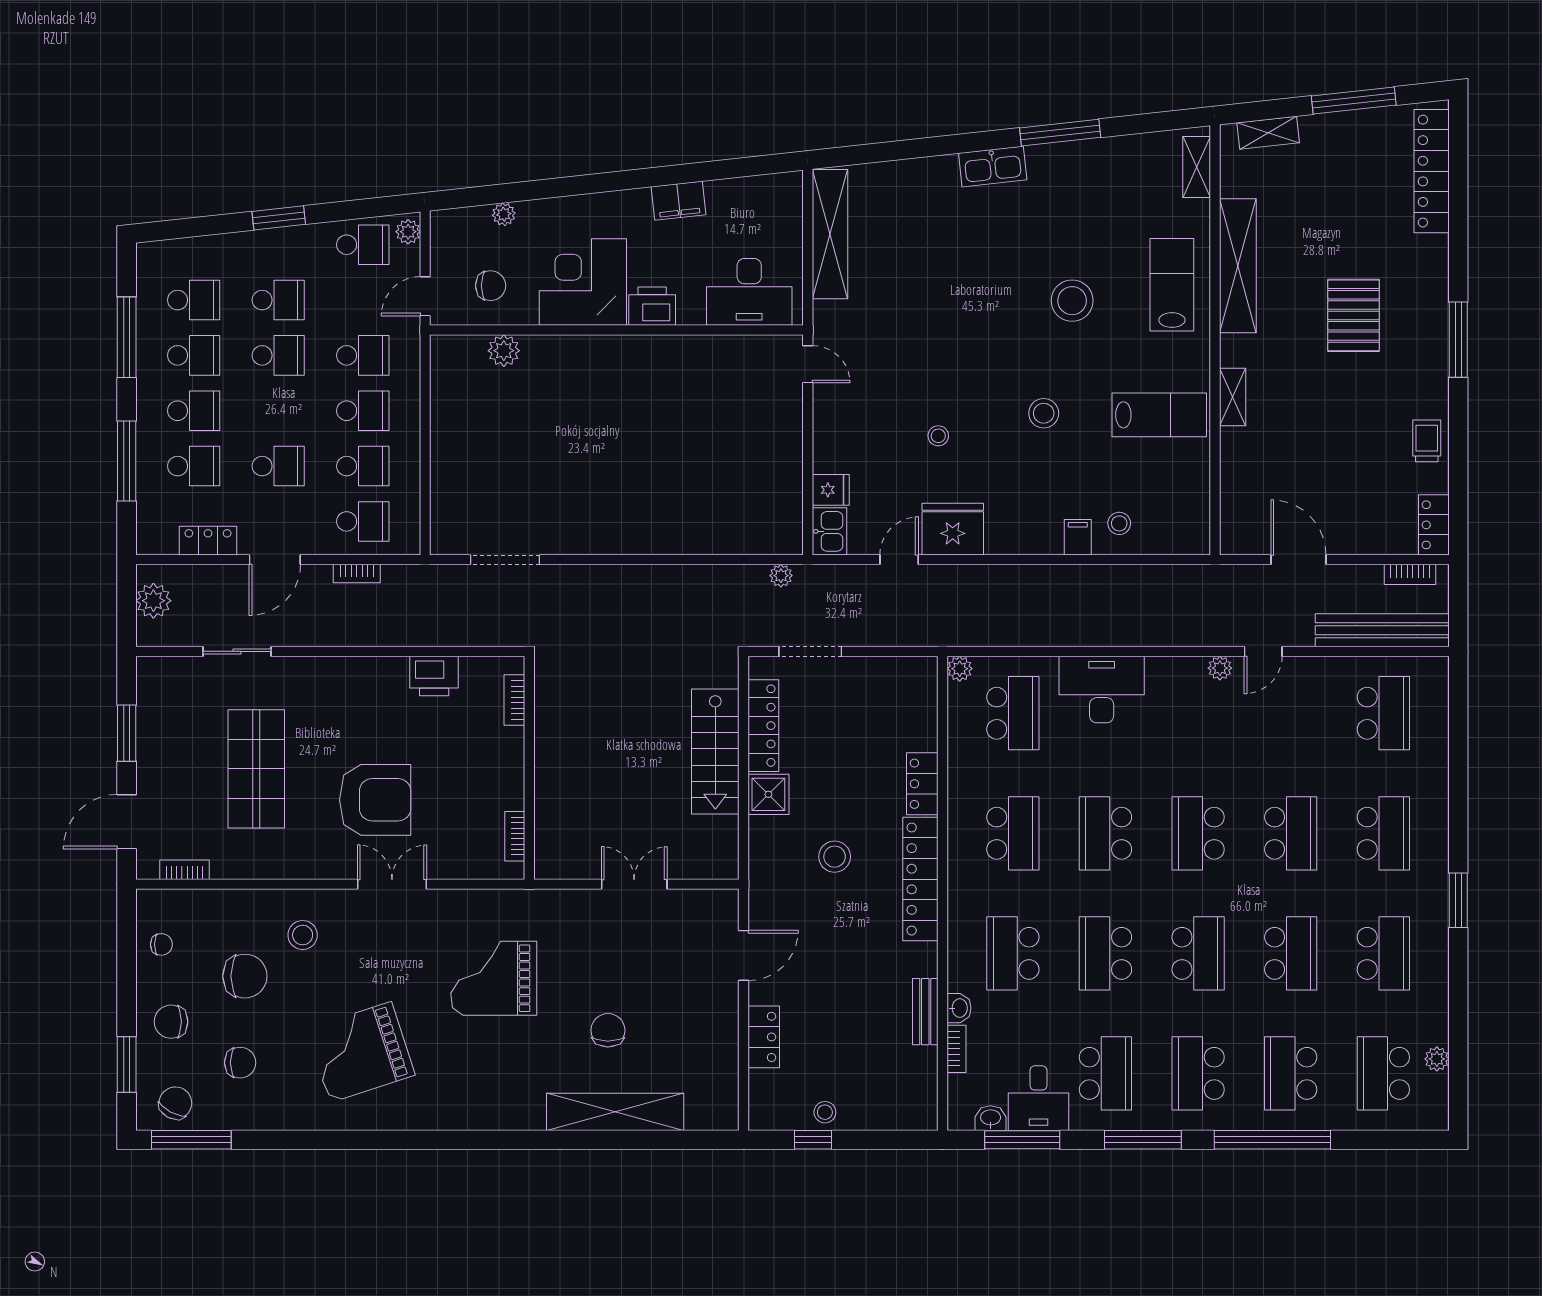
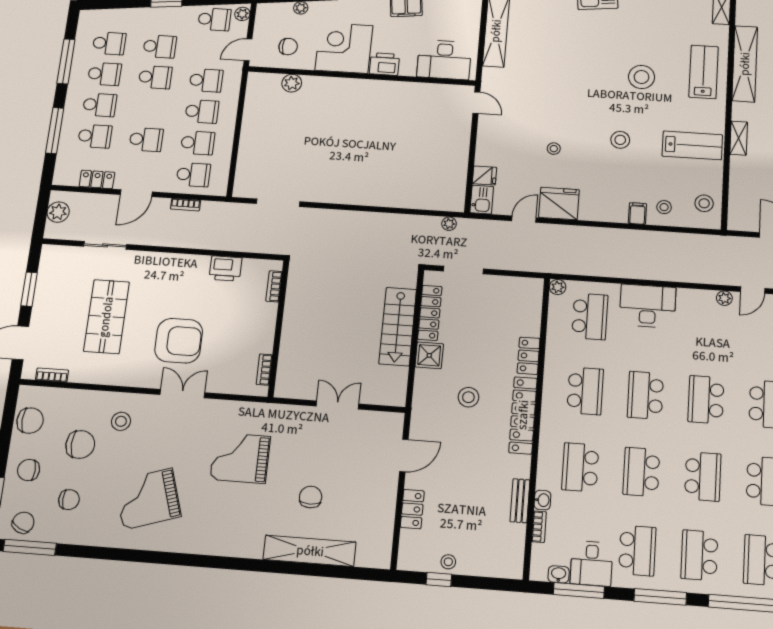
stool: (1182, 513) -> (704, 203), added
chair: (161, 944) -> (30, 421), width x1.87, depth x1.87

